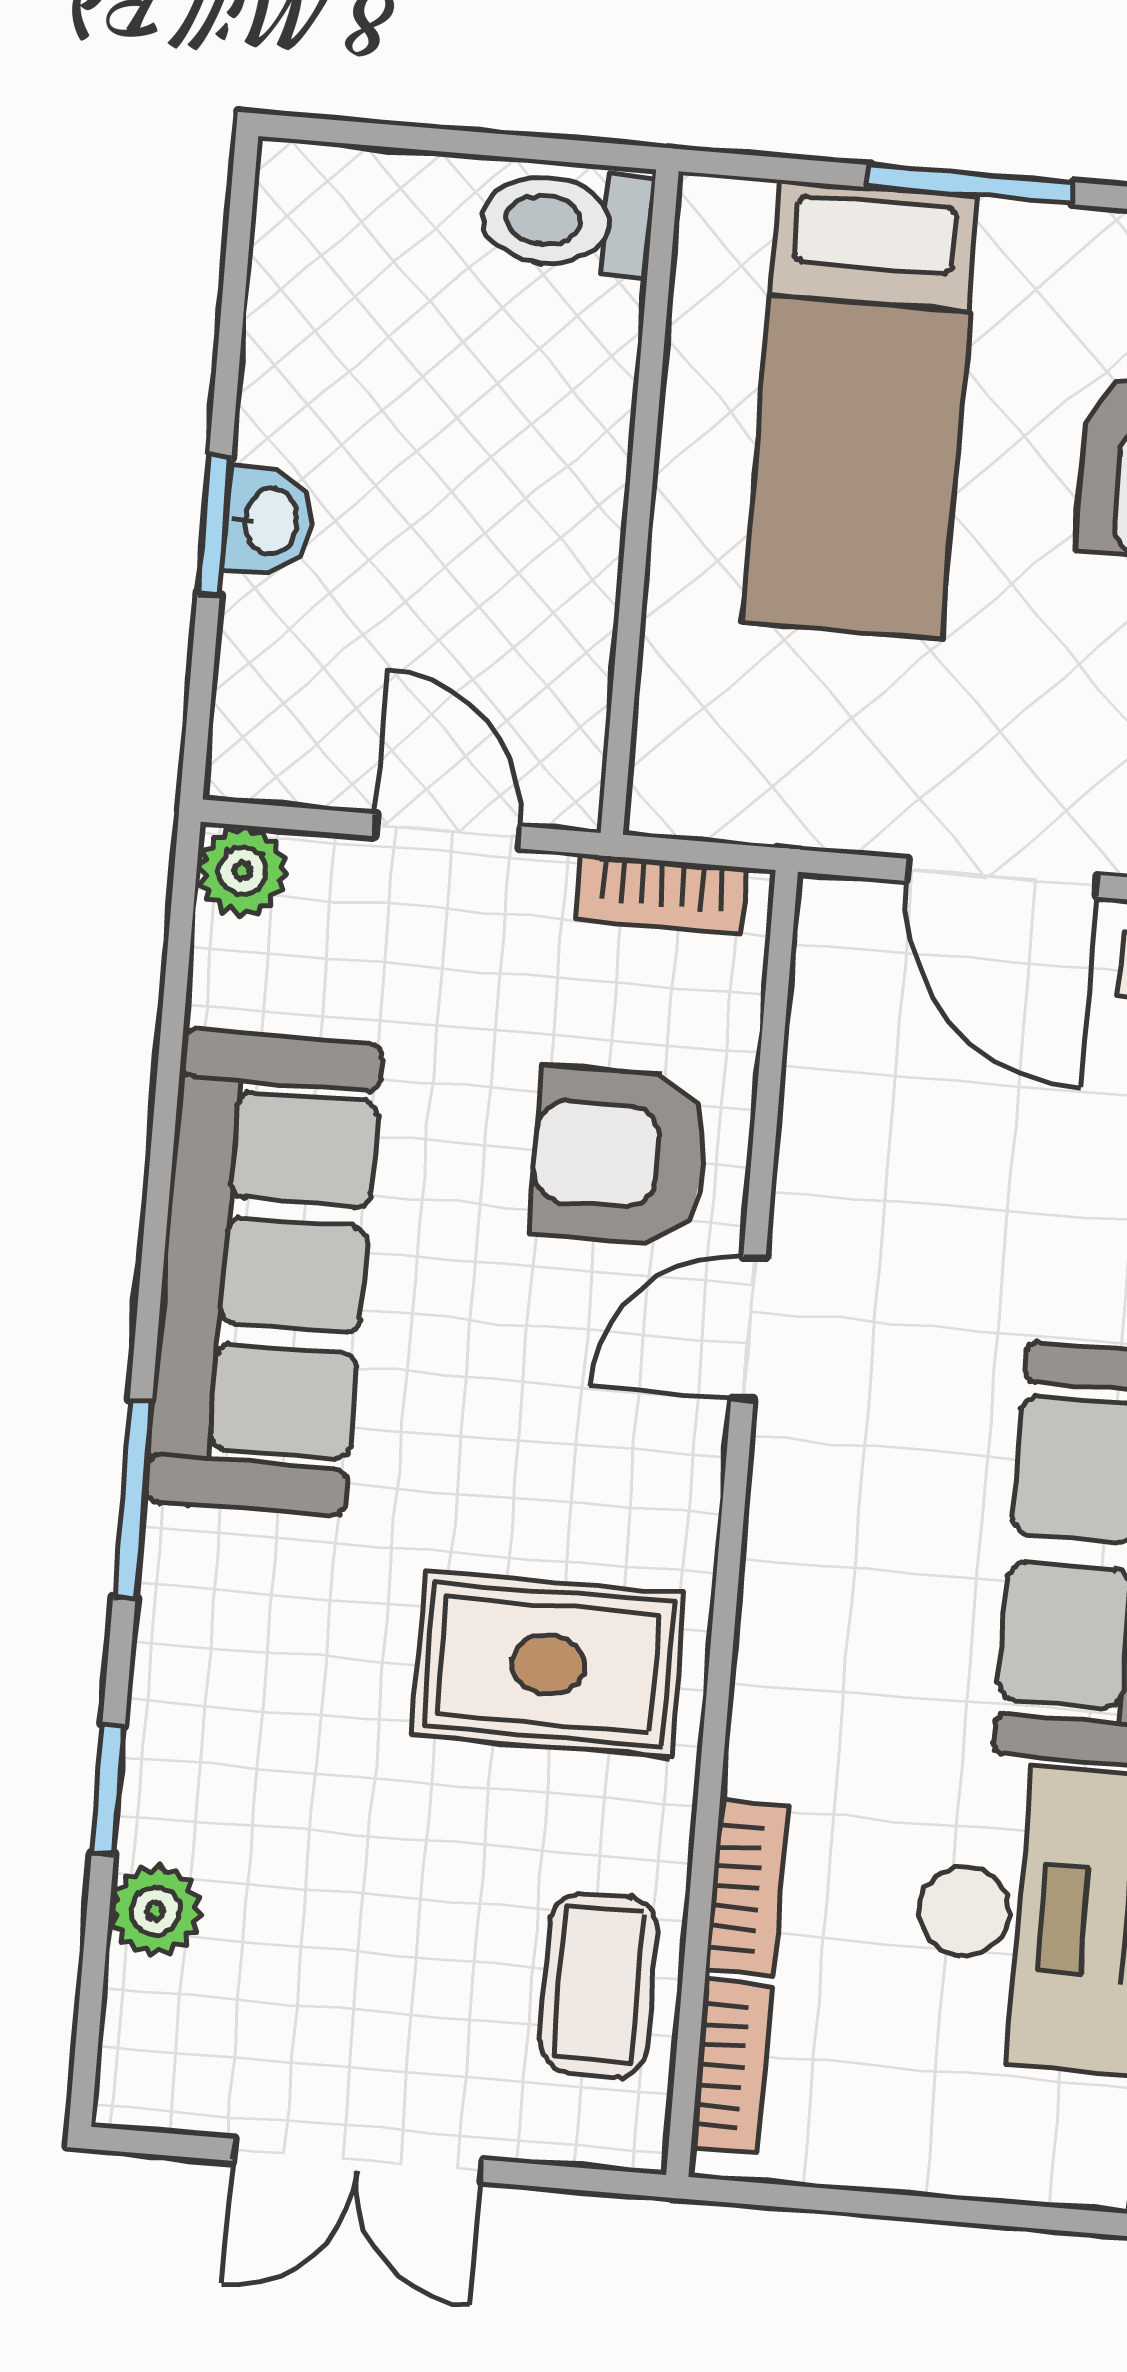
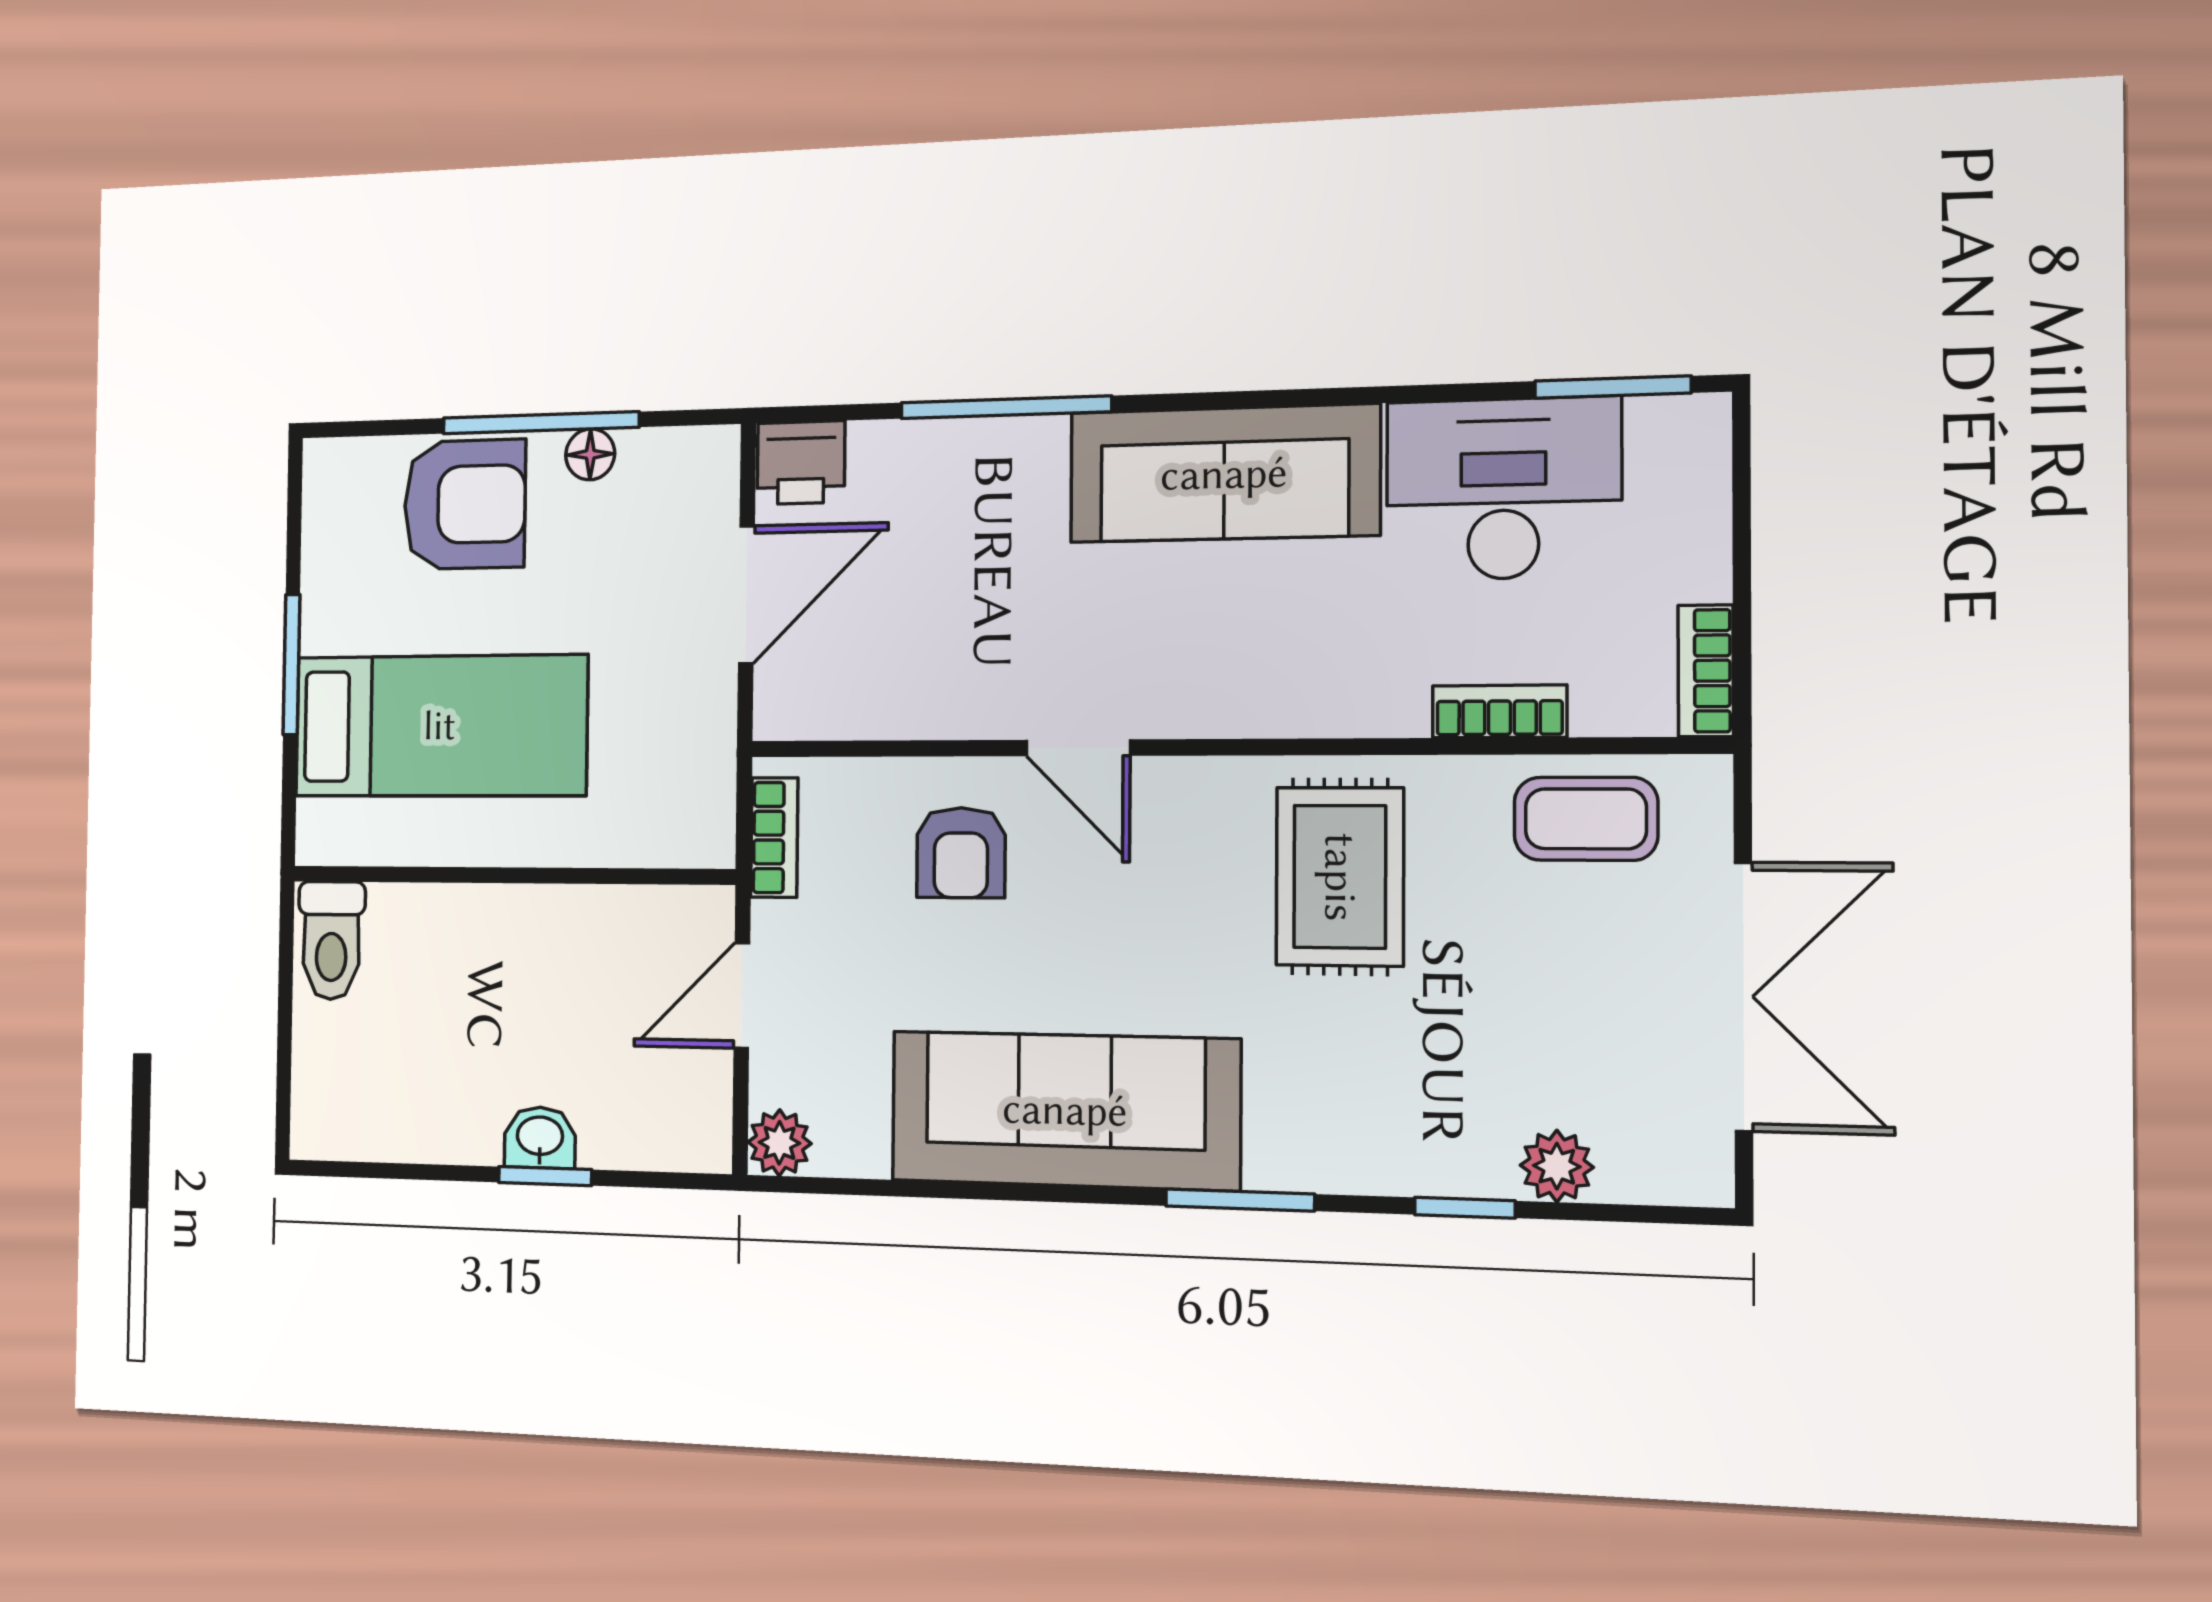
armchair: (620, 1156) -> (961, 853), width x0.72, depth x0.72
bookcase: (732, 2066) -> (1706, 671), moved, turned -90
double door: (357, 2160) -> (1743, 997), width x1.37

